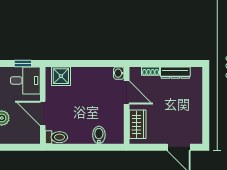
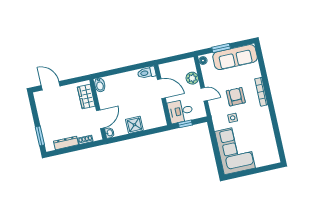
shower: (61, 76) -> (134, 125), moved
window: (206, 88) -> (40, 136), added
door: (127, 92) -> (100, 119), swing flipped
bidet: (99, 135) -> (100, 85), moved

